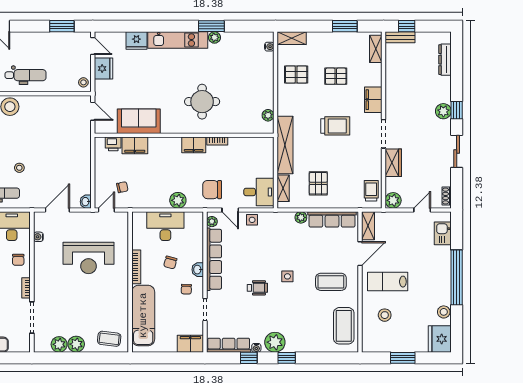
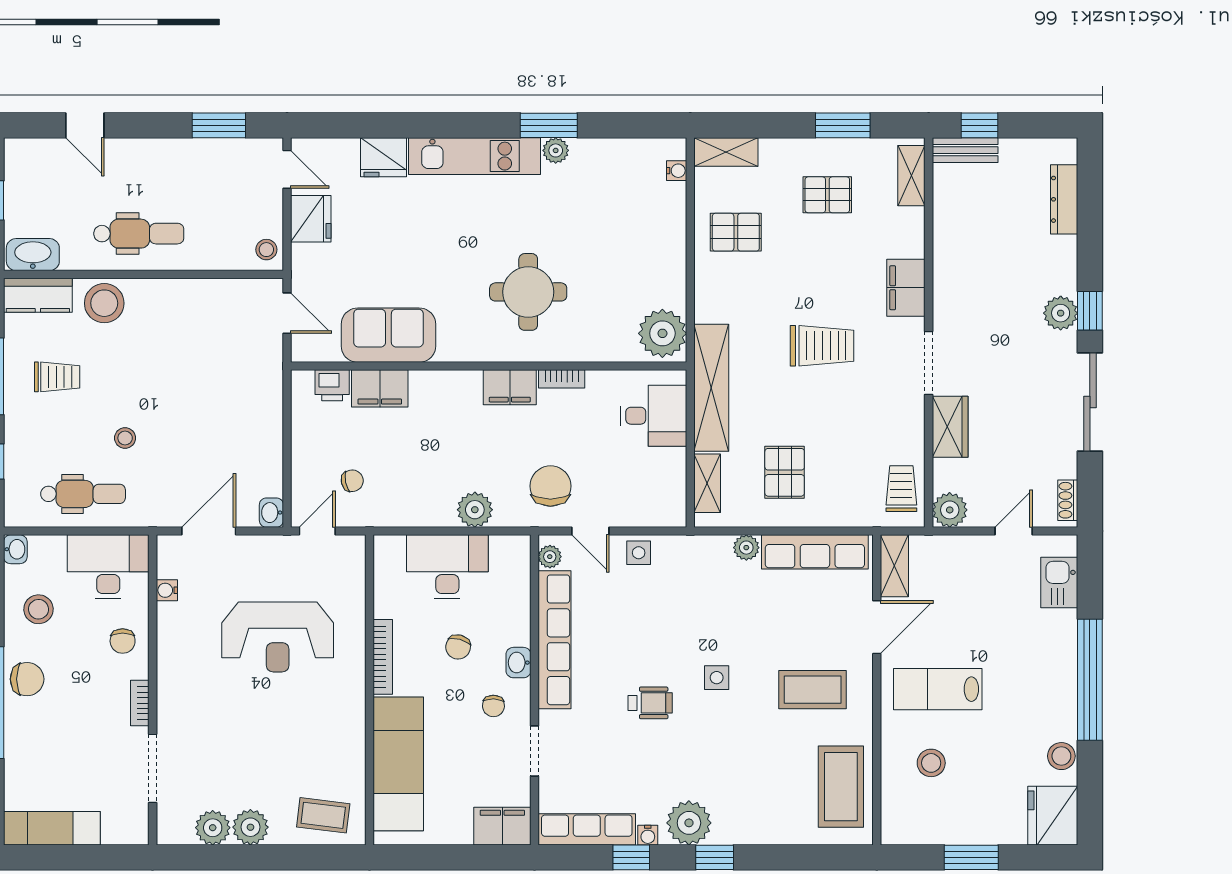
pallet: (336, 76) -> (827, 195), moved
plant: (268, 115) -> (662, 333), width x1.87, depth x1.87
sliding door: (457, 151) -> (1090, 402), width x1.37
chair: (212, 190) -> (550, 486), turned 90
desk: (259, 192) -> (654, 416), moved

